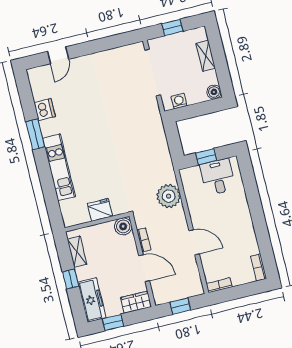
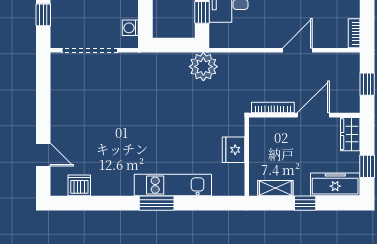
dishwasher: (45, 110) -> (79, 185), moved
window: (35, 134) -> (157, 203), moved
plant: (169, 196) -> (203, 67), moved
boiler: (123, 226) -> (259, 128), removed
bookcase: (144, 240) -> (273, 108), width x1.56

